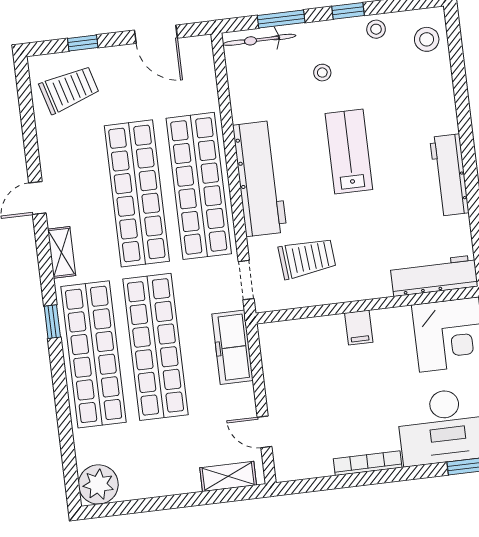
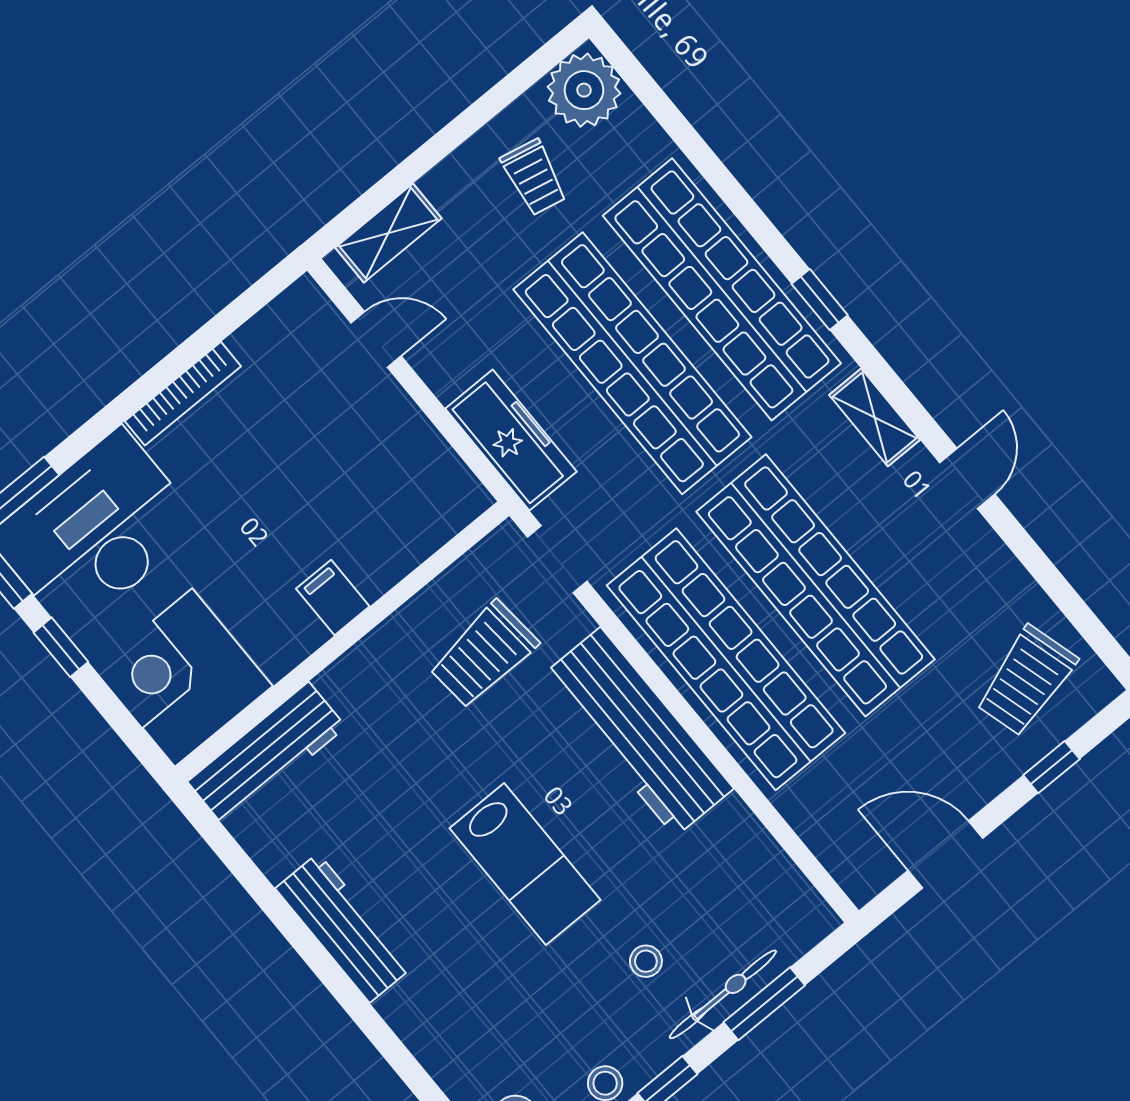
bicycle: (259, 40) -> (723, 994), moved
trolley: (146, 459) -> (534, 177), added

